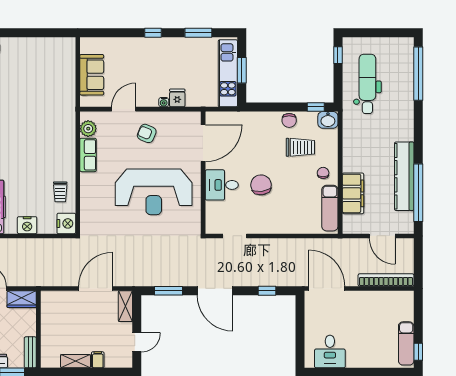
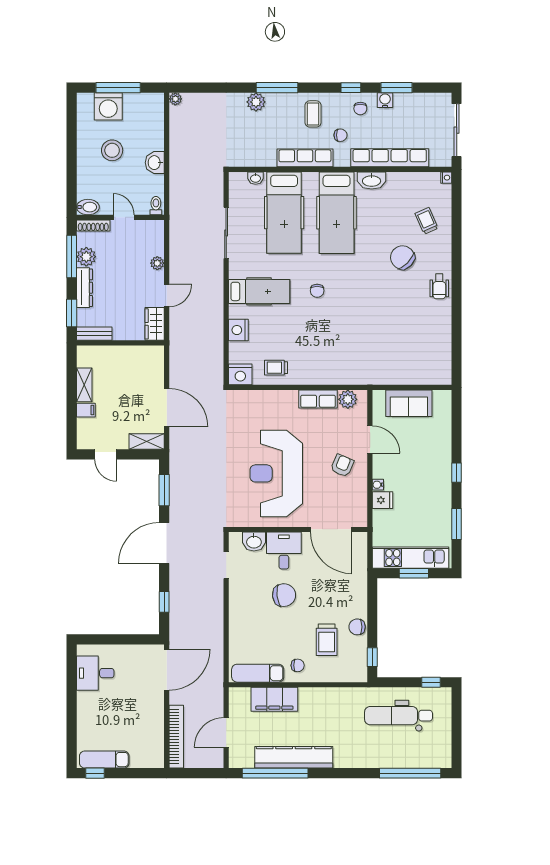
dental chair: (367, 84) -> (399, 716), turned 180
washbasin: (328, 120) -> (254, 542), moved, turned -90

